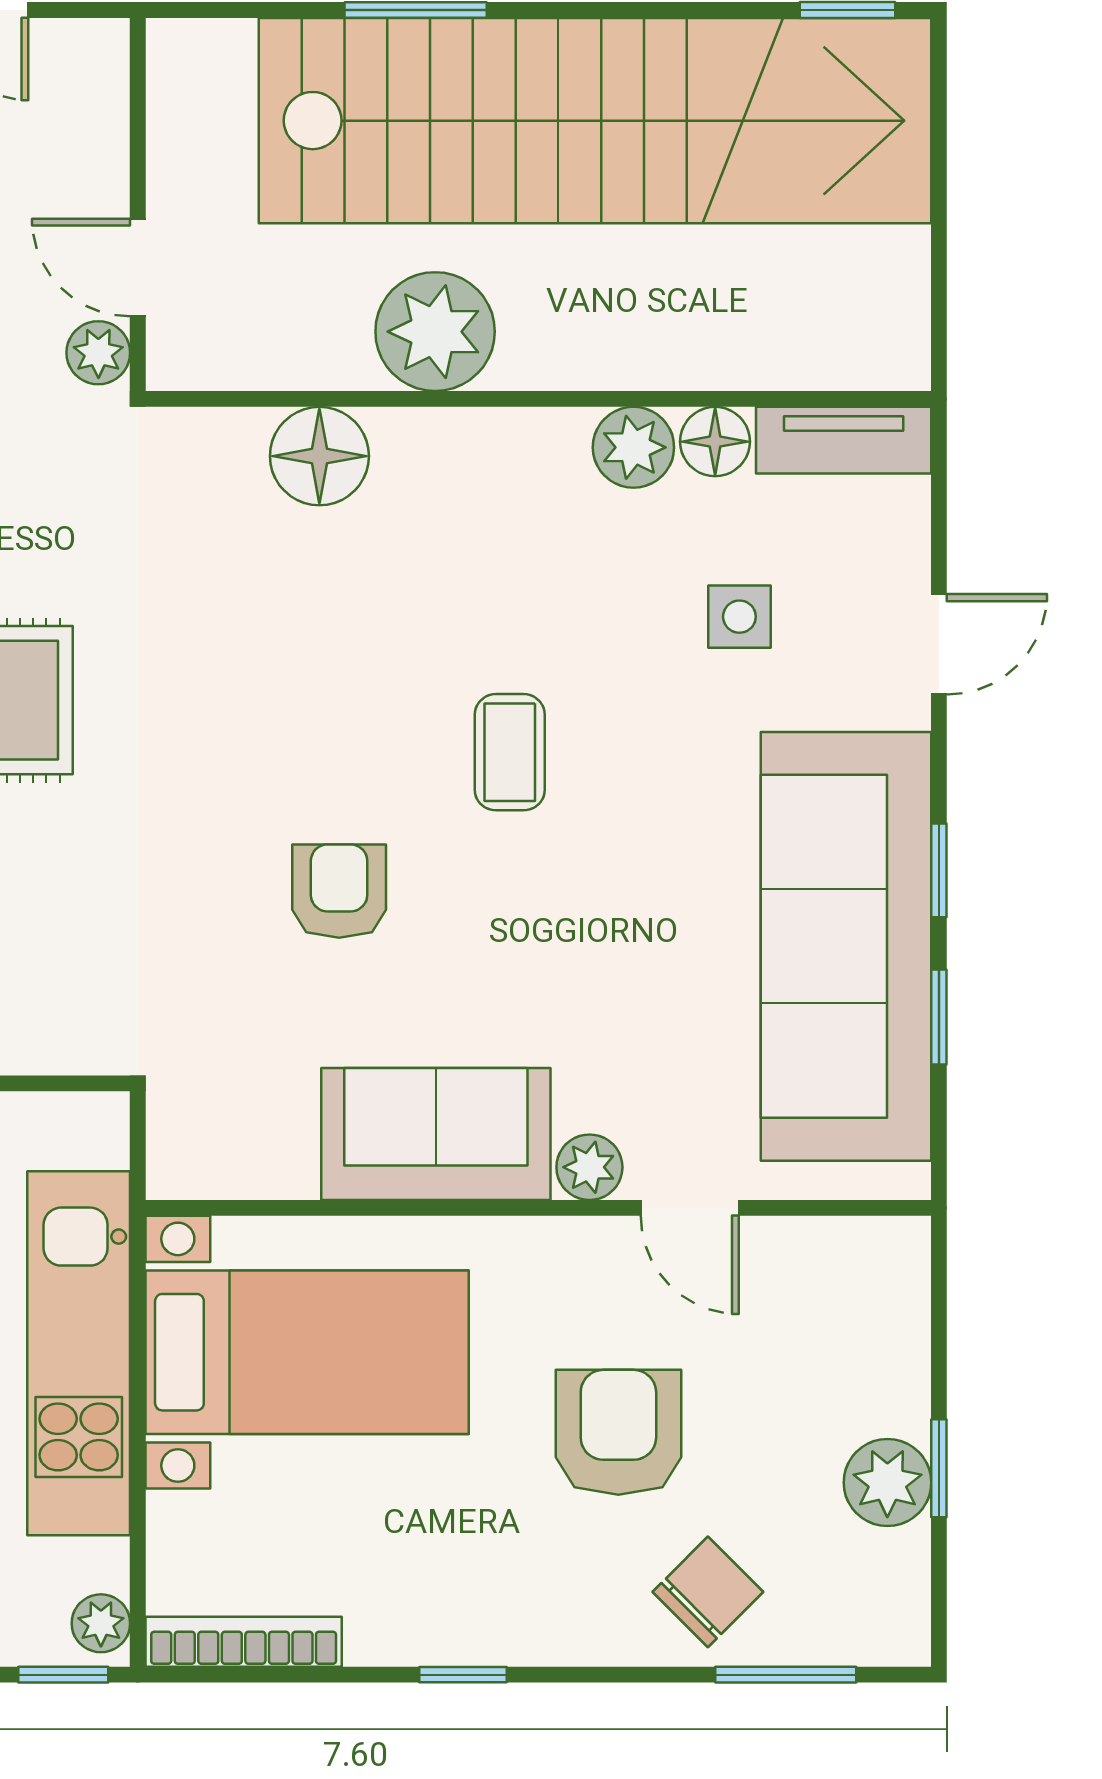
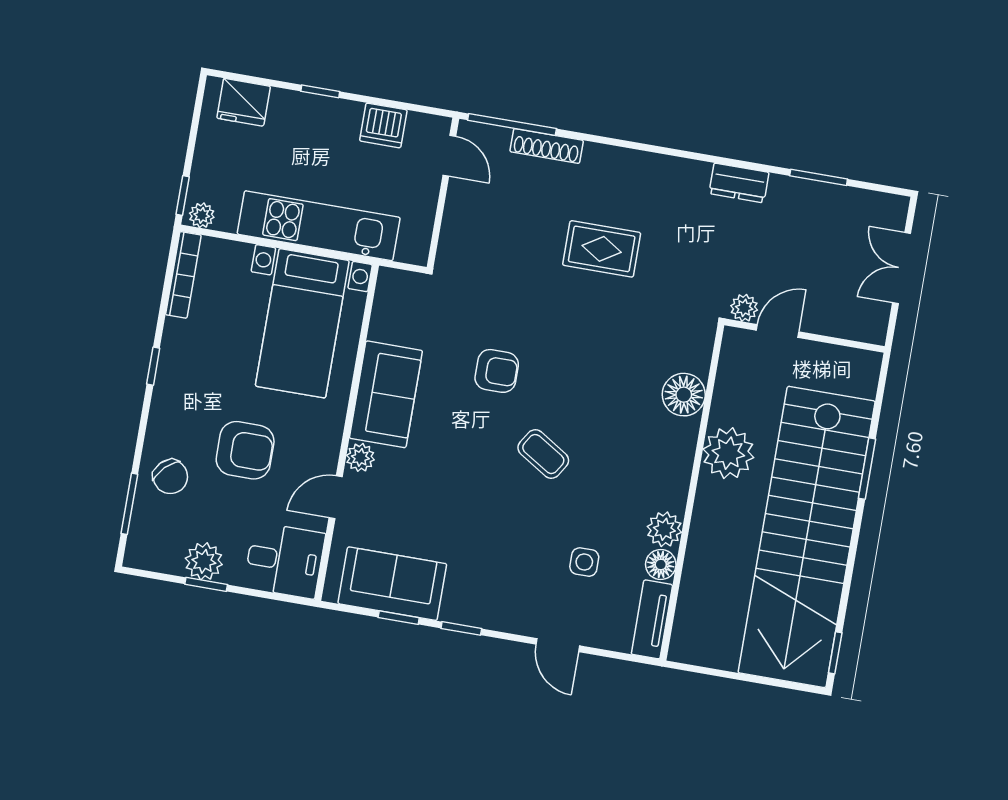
coffee table: (510, 752) -> (543, 454), turned 32
sofa: (846, 946) -> (392, 584), width x0.54, depth x0.79
desk: (853, 1300) -> (284, 560), added

